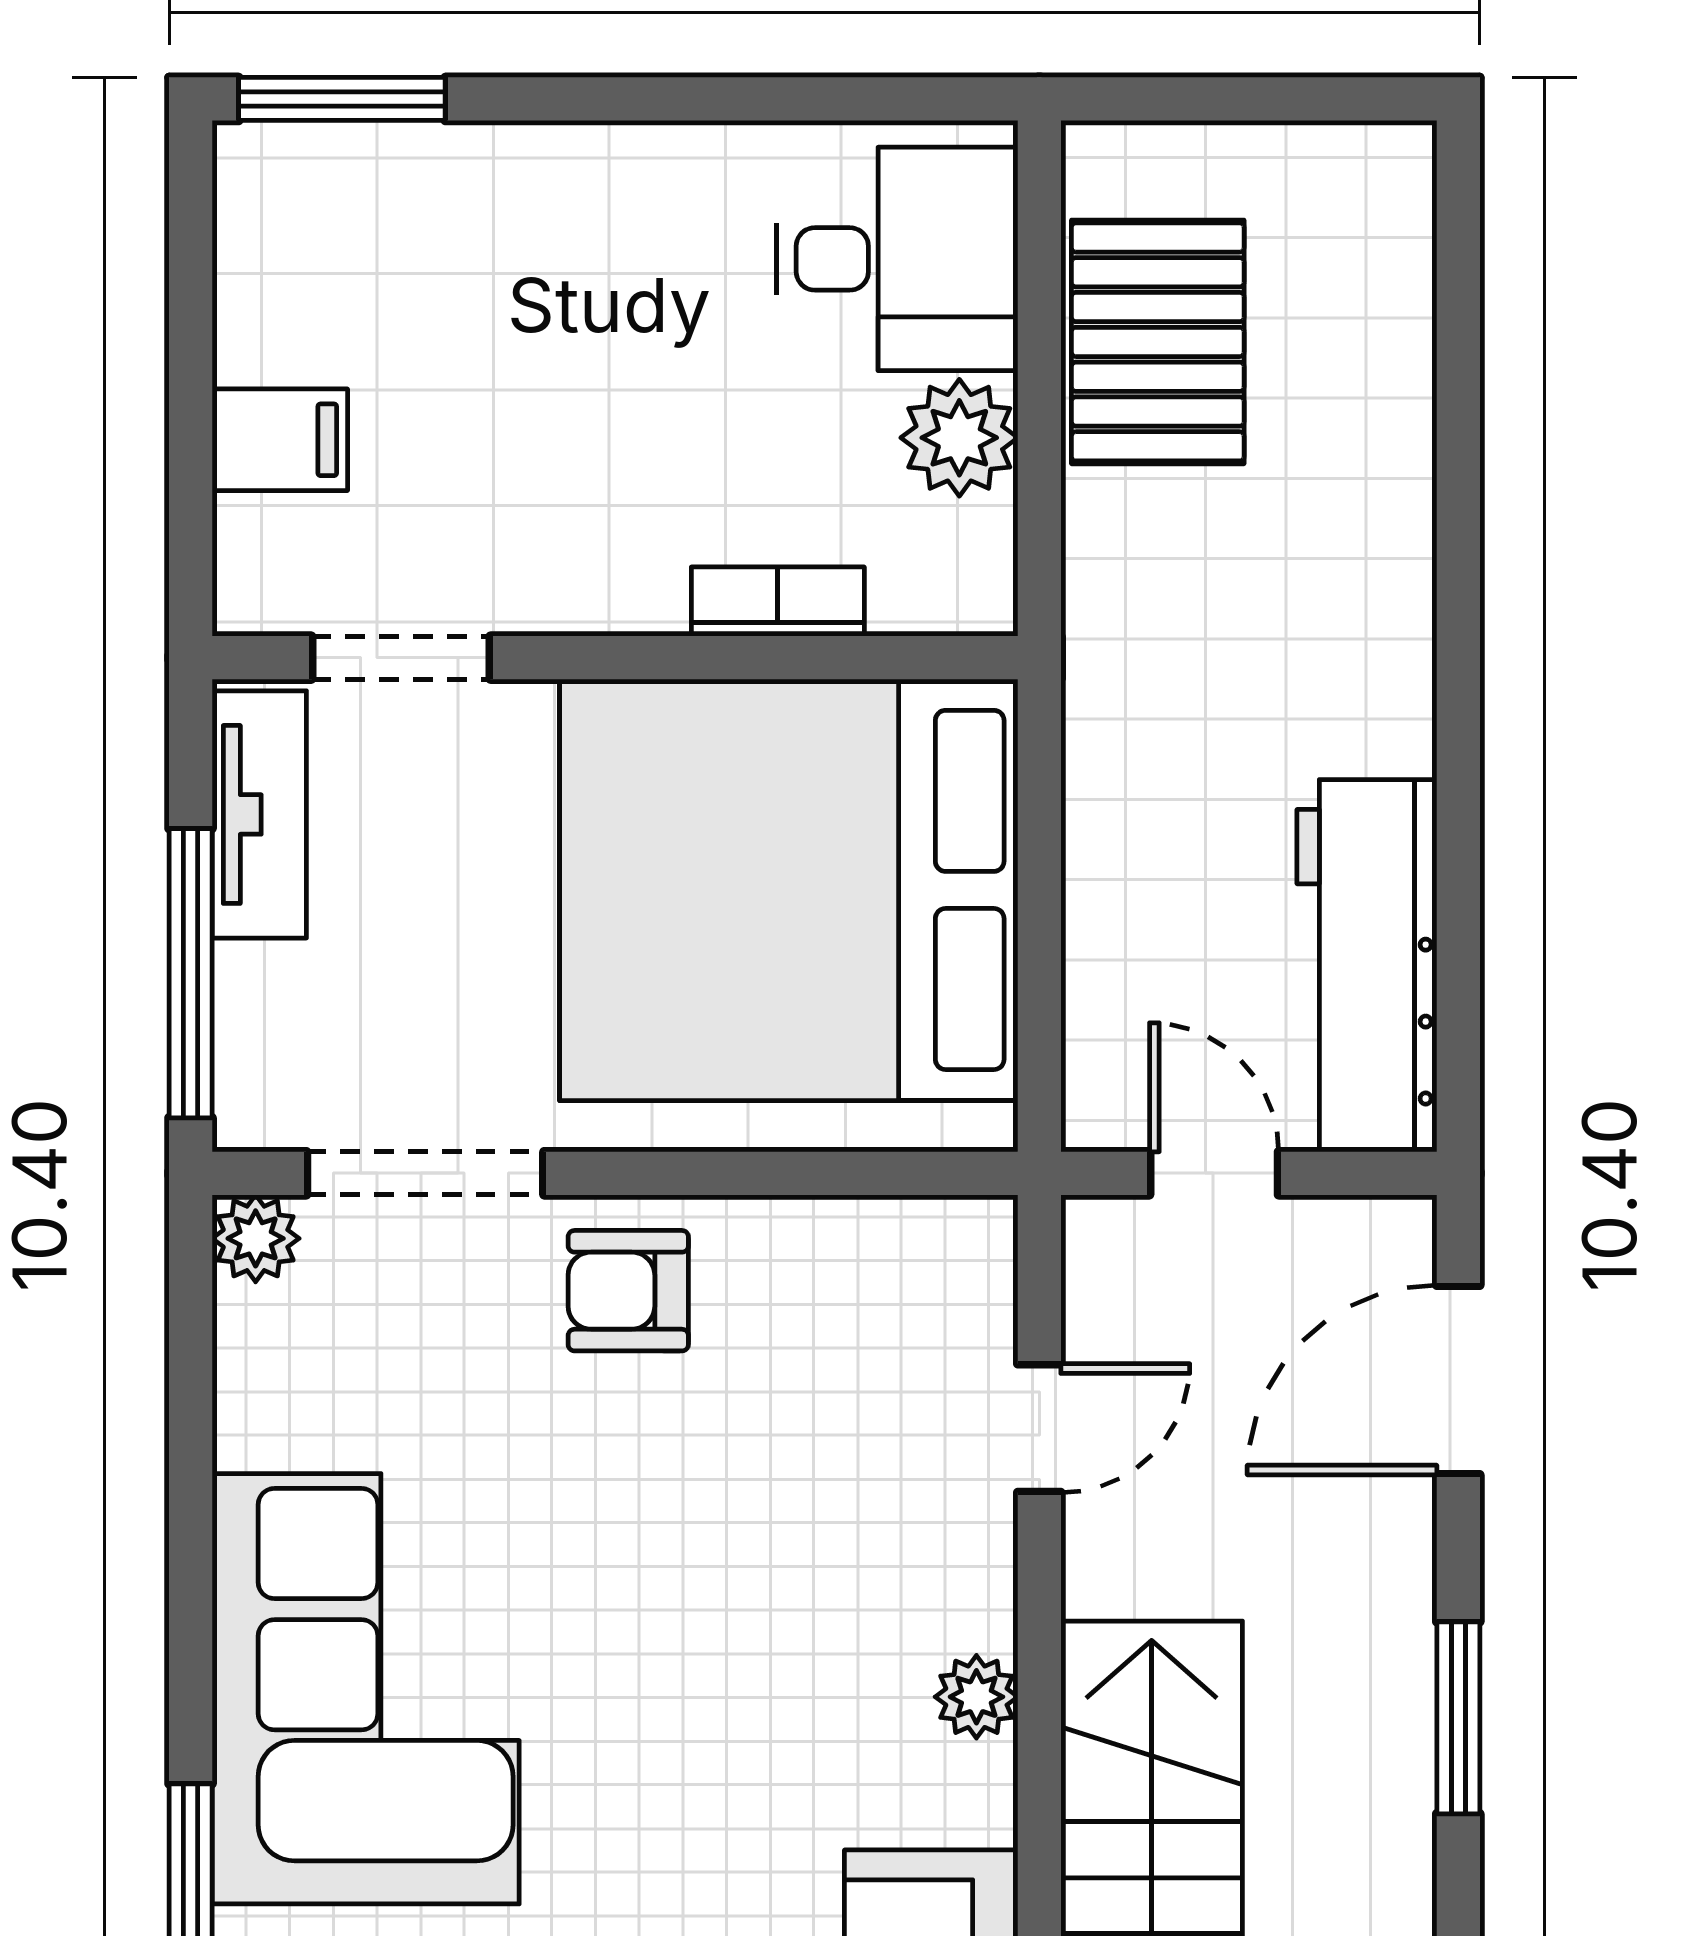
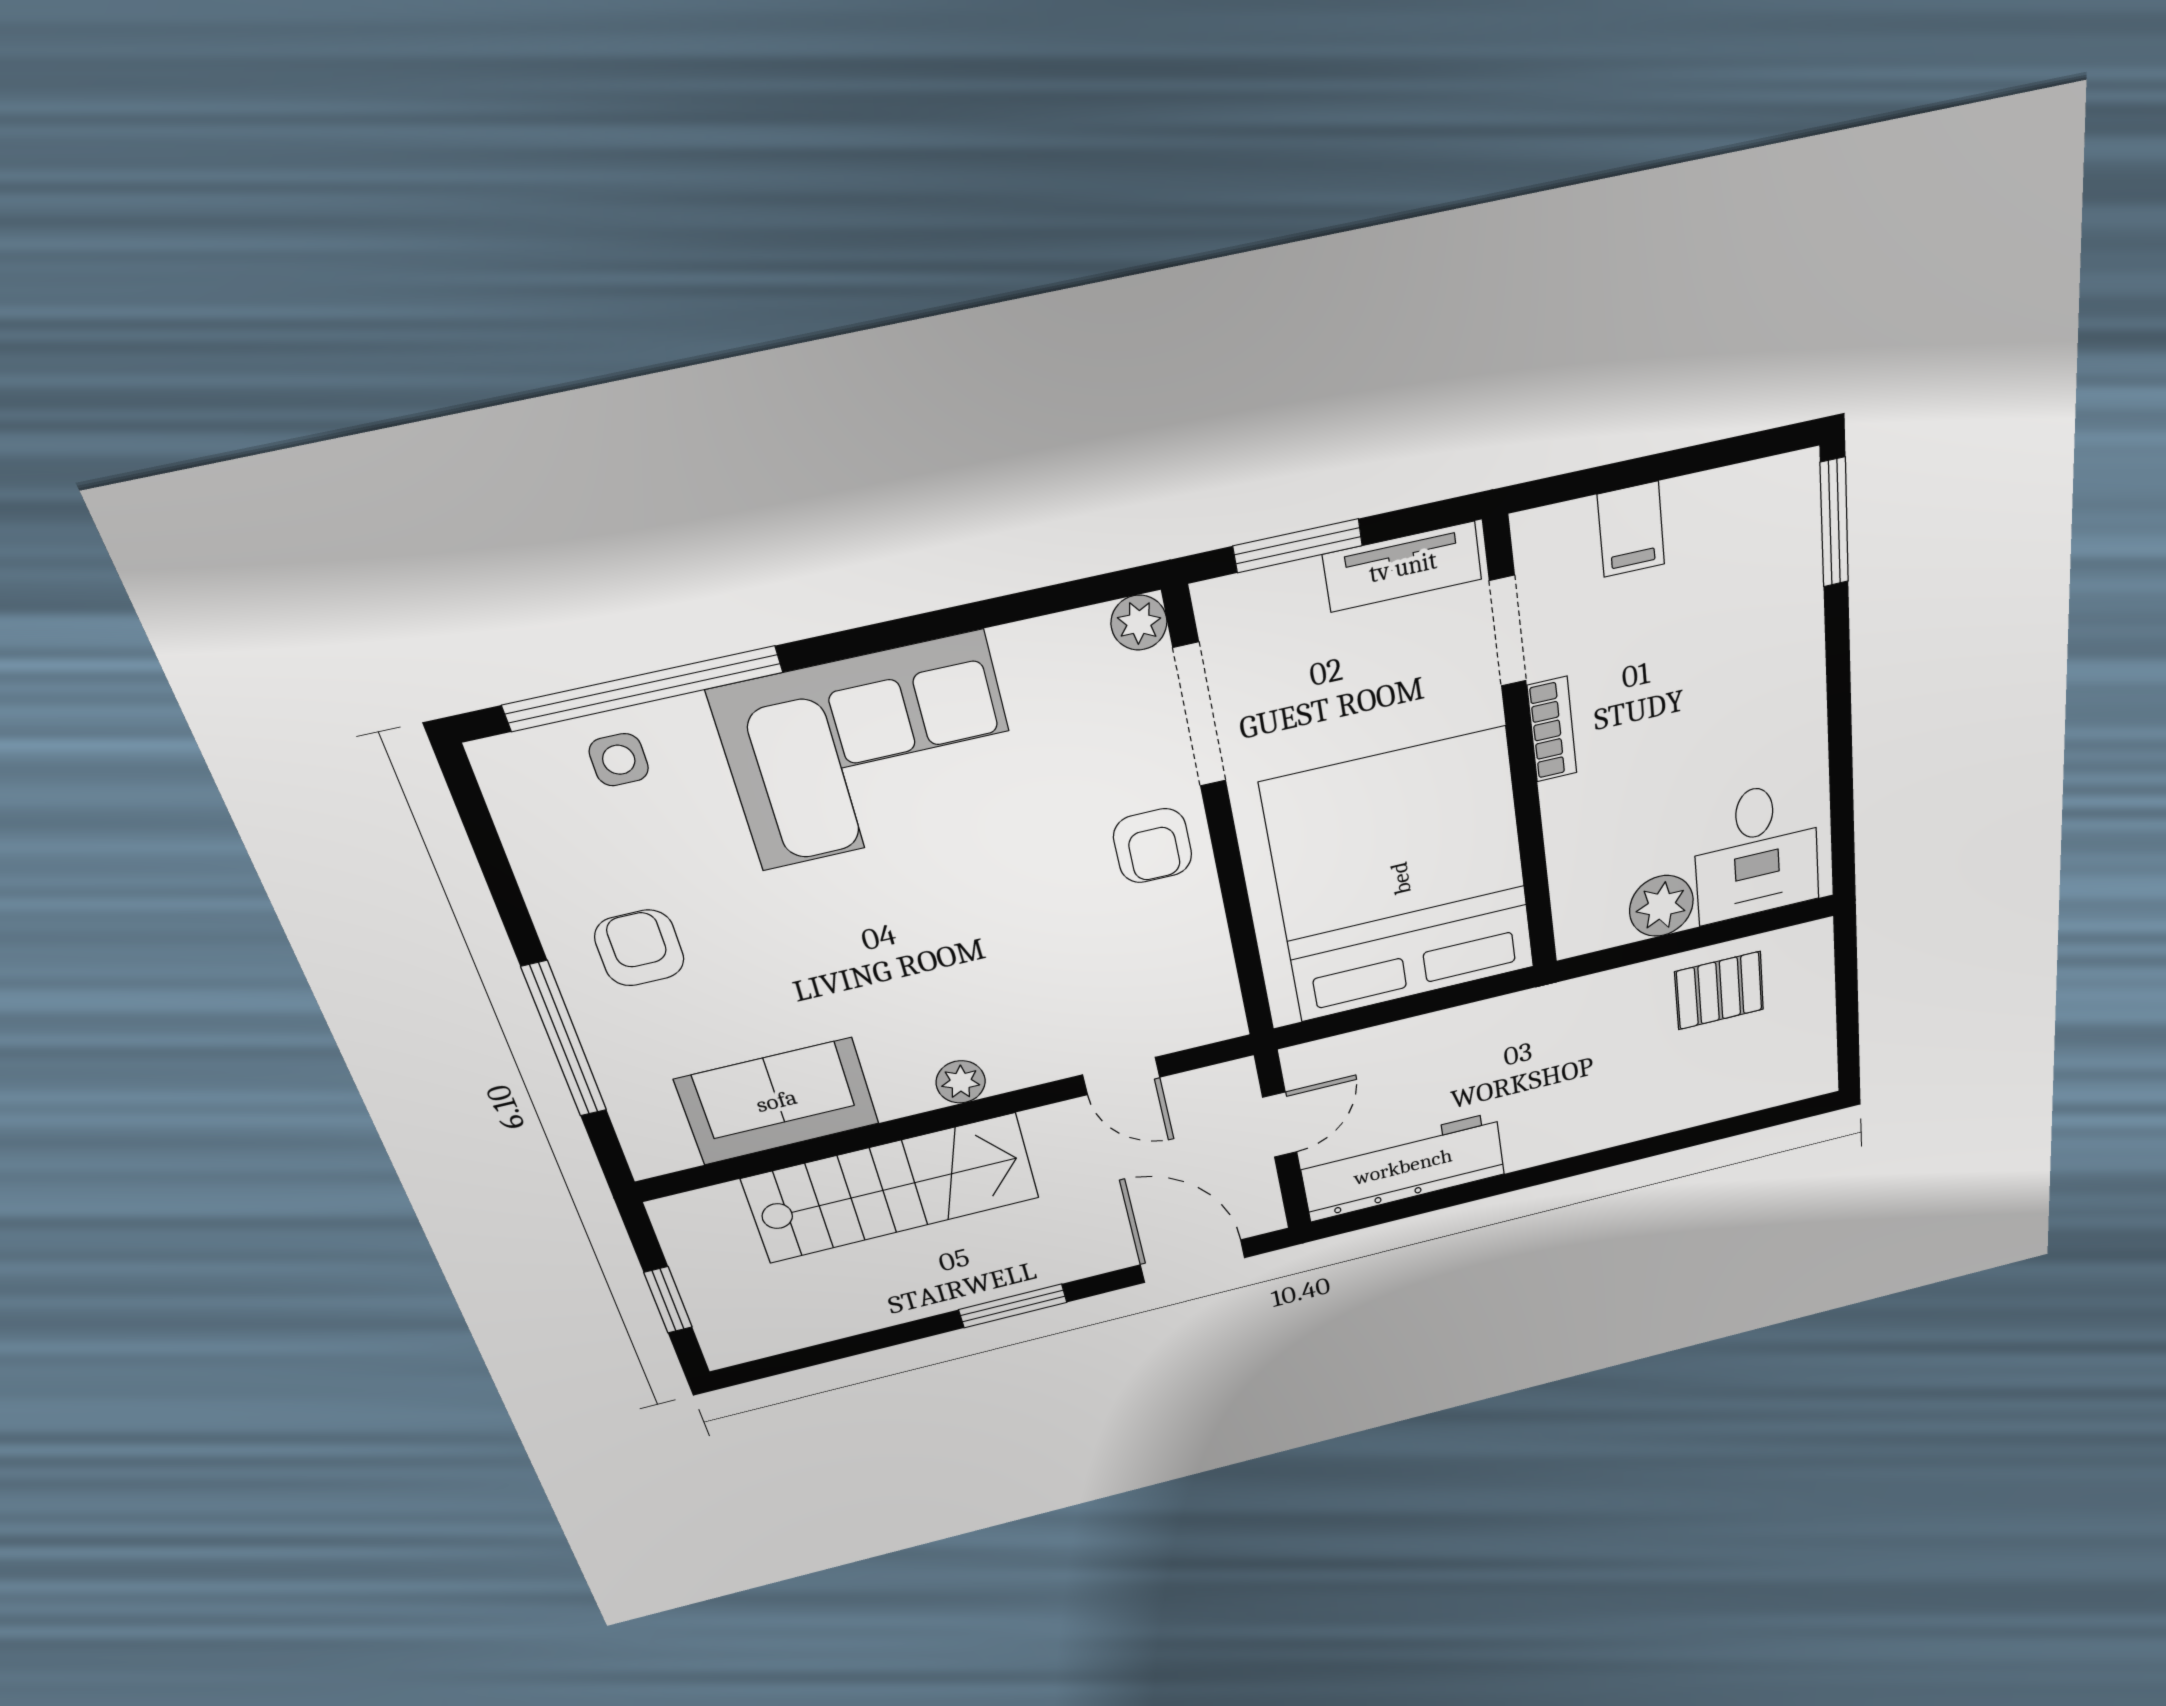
pallet: (1158, 342) -> (1719, 991), width x0.67, depth x0.71
bookcase: (778, 602) -> (1552, 729), moved
window: (191, 973) -> (1298, 546), width x0.69
armchair: (628, 1291) -> (1153, 846), turned 180

